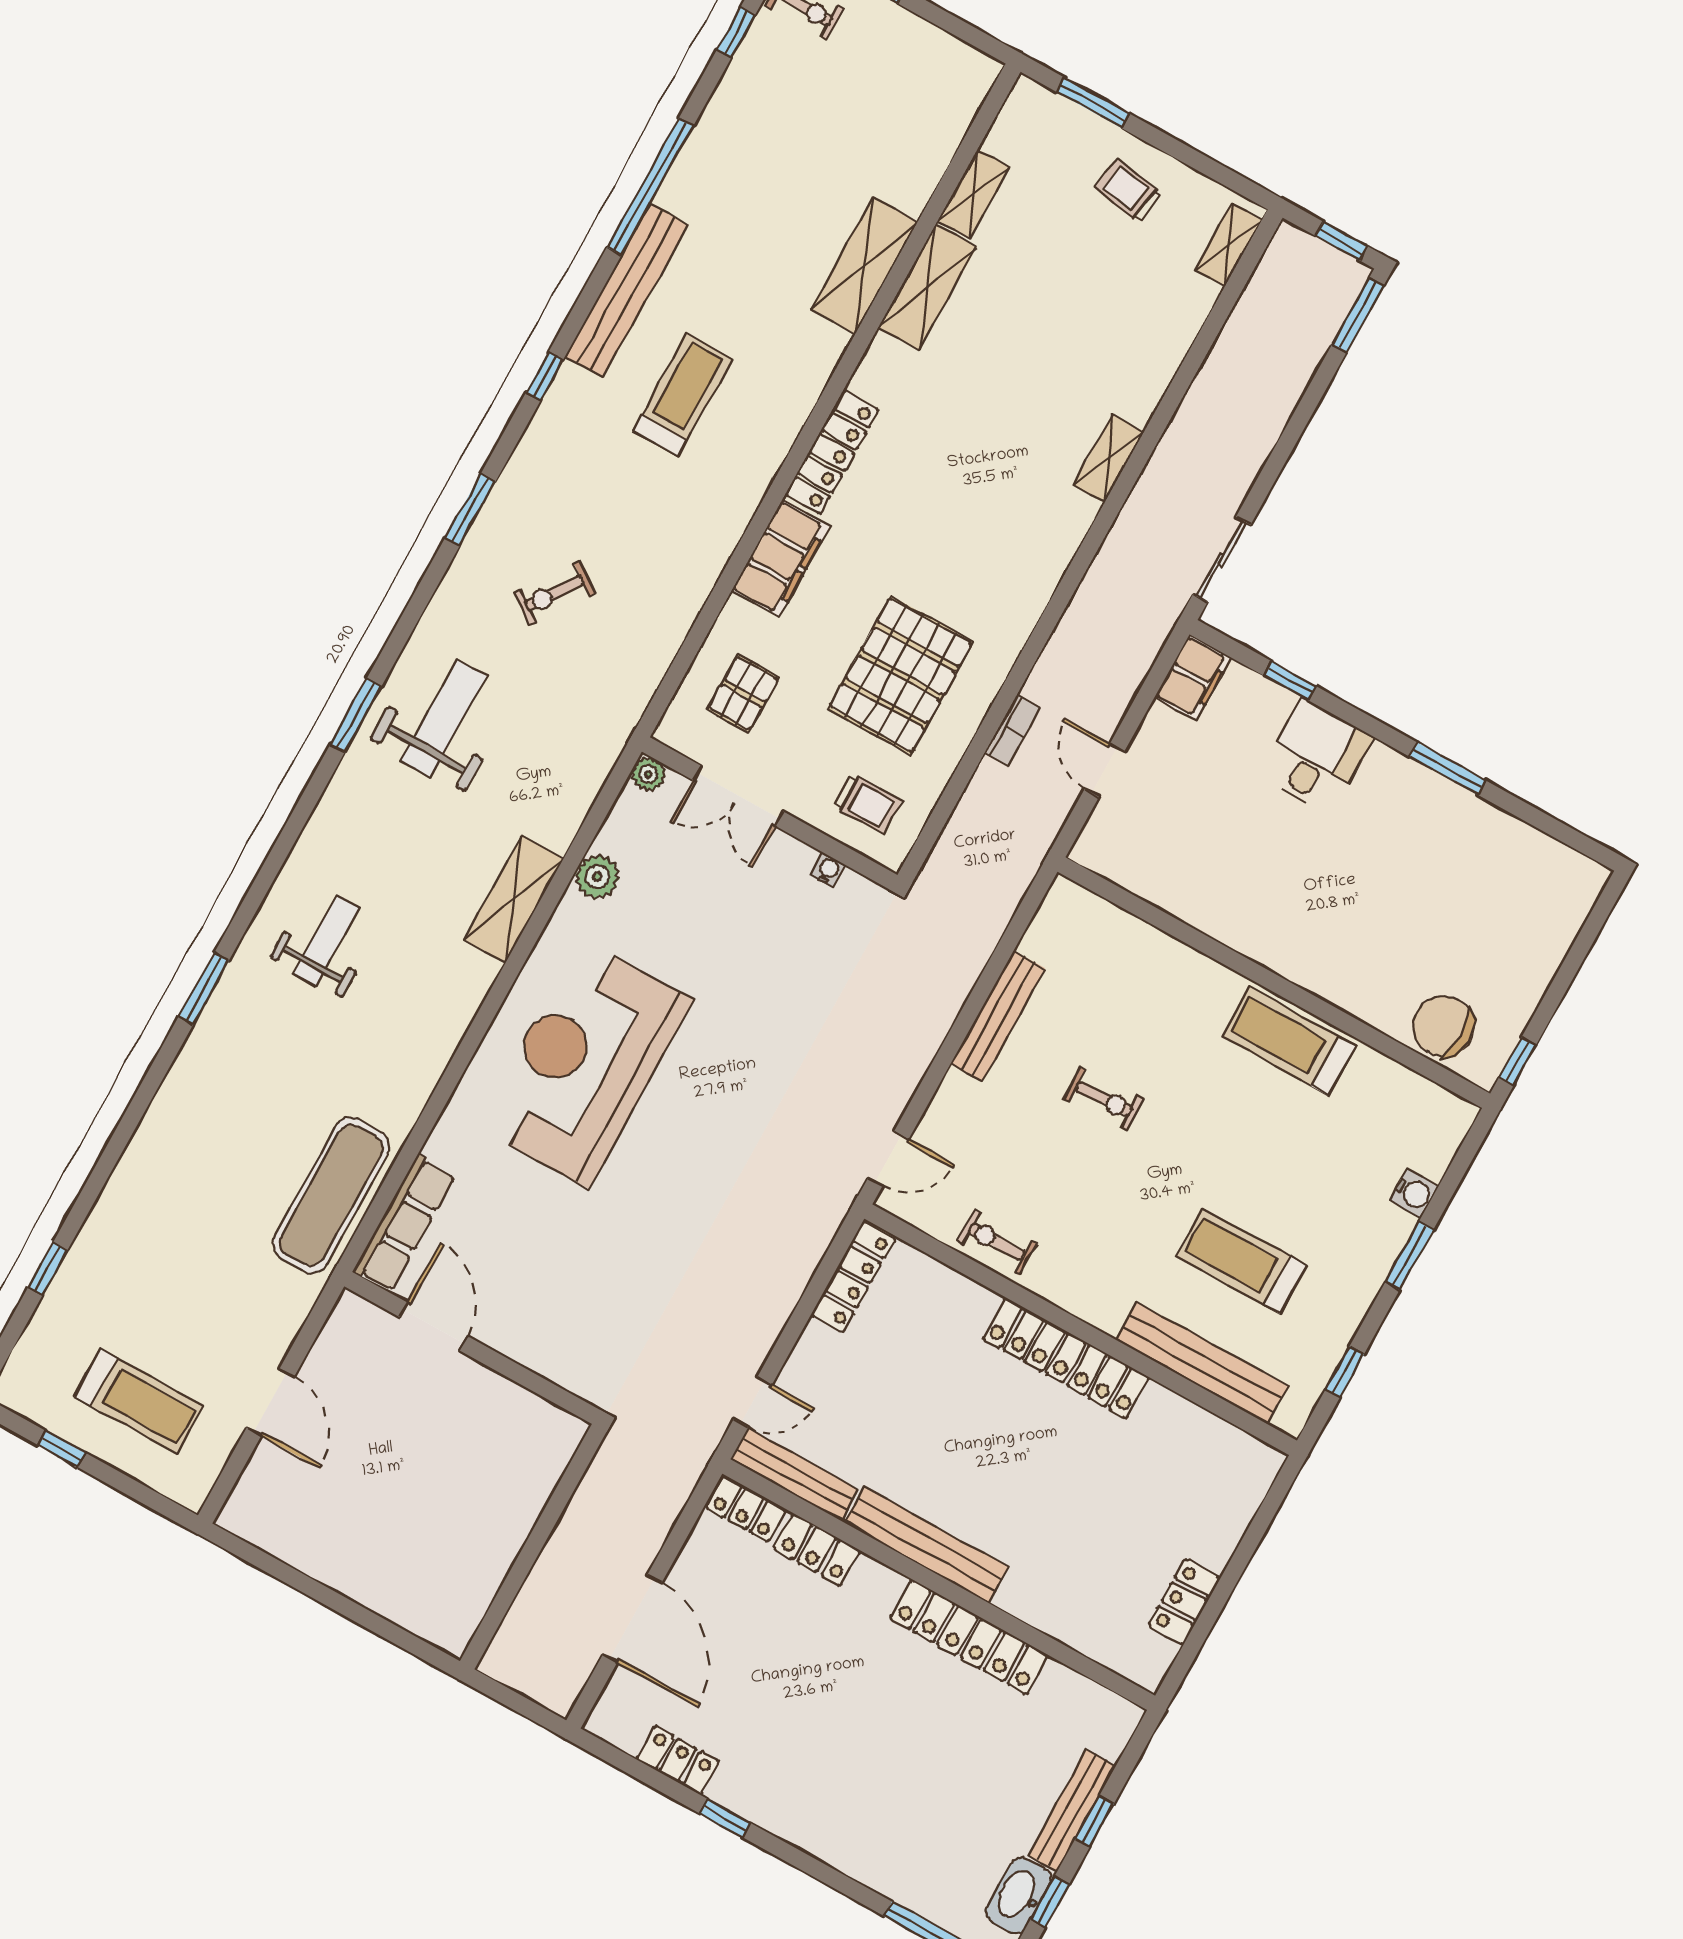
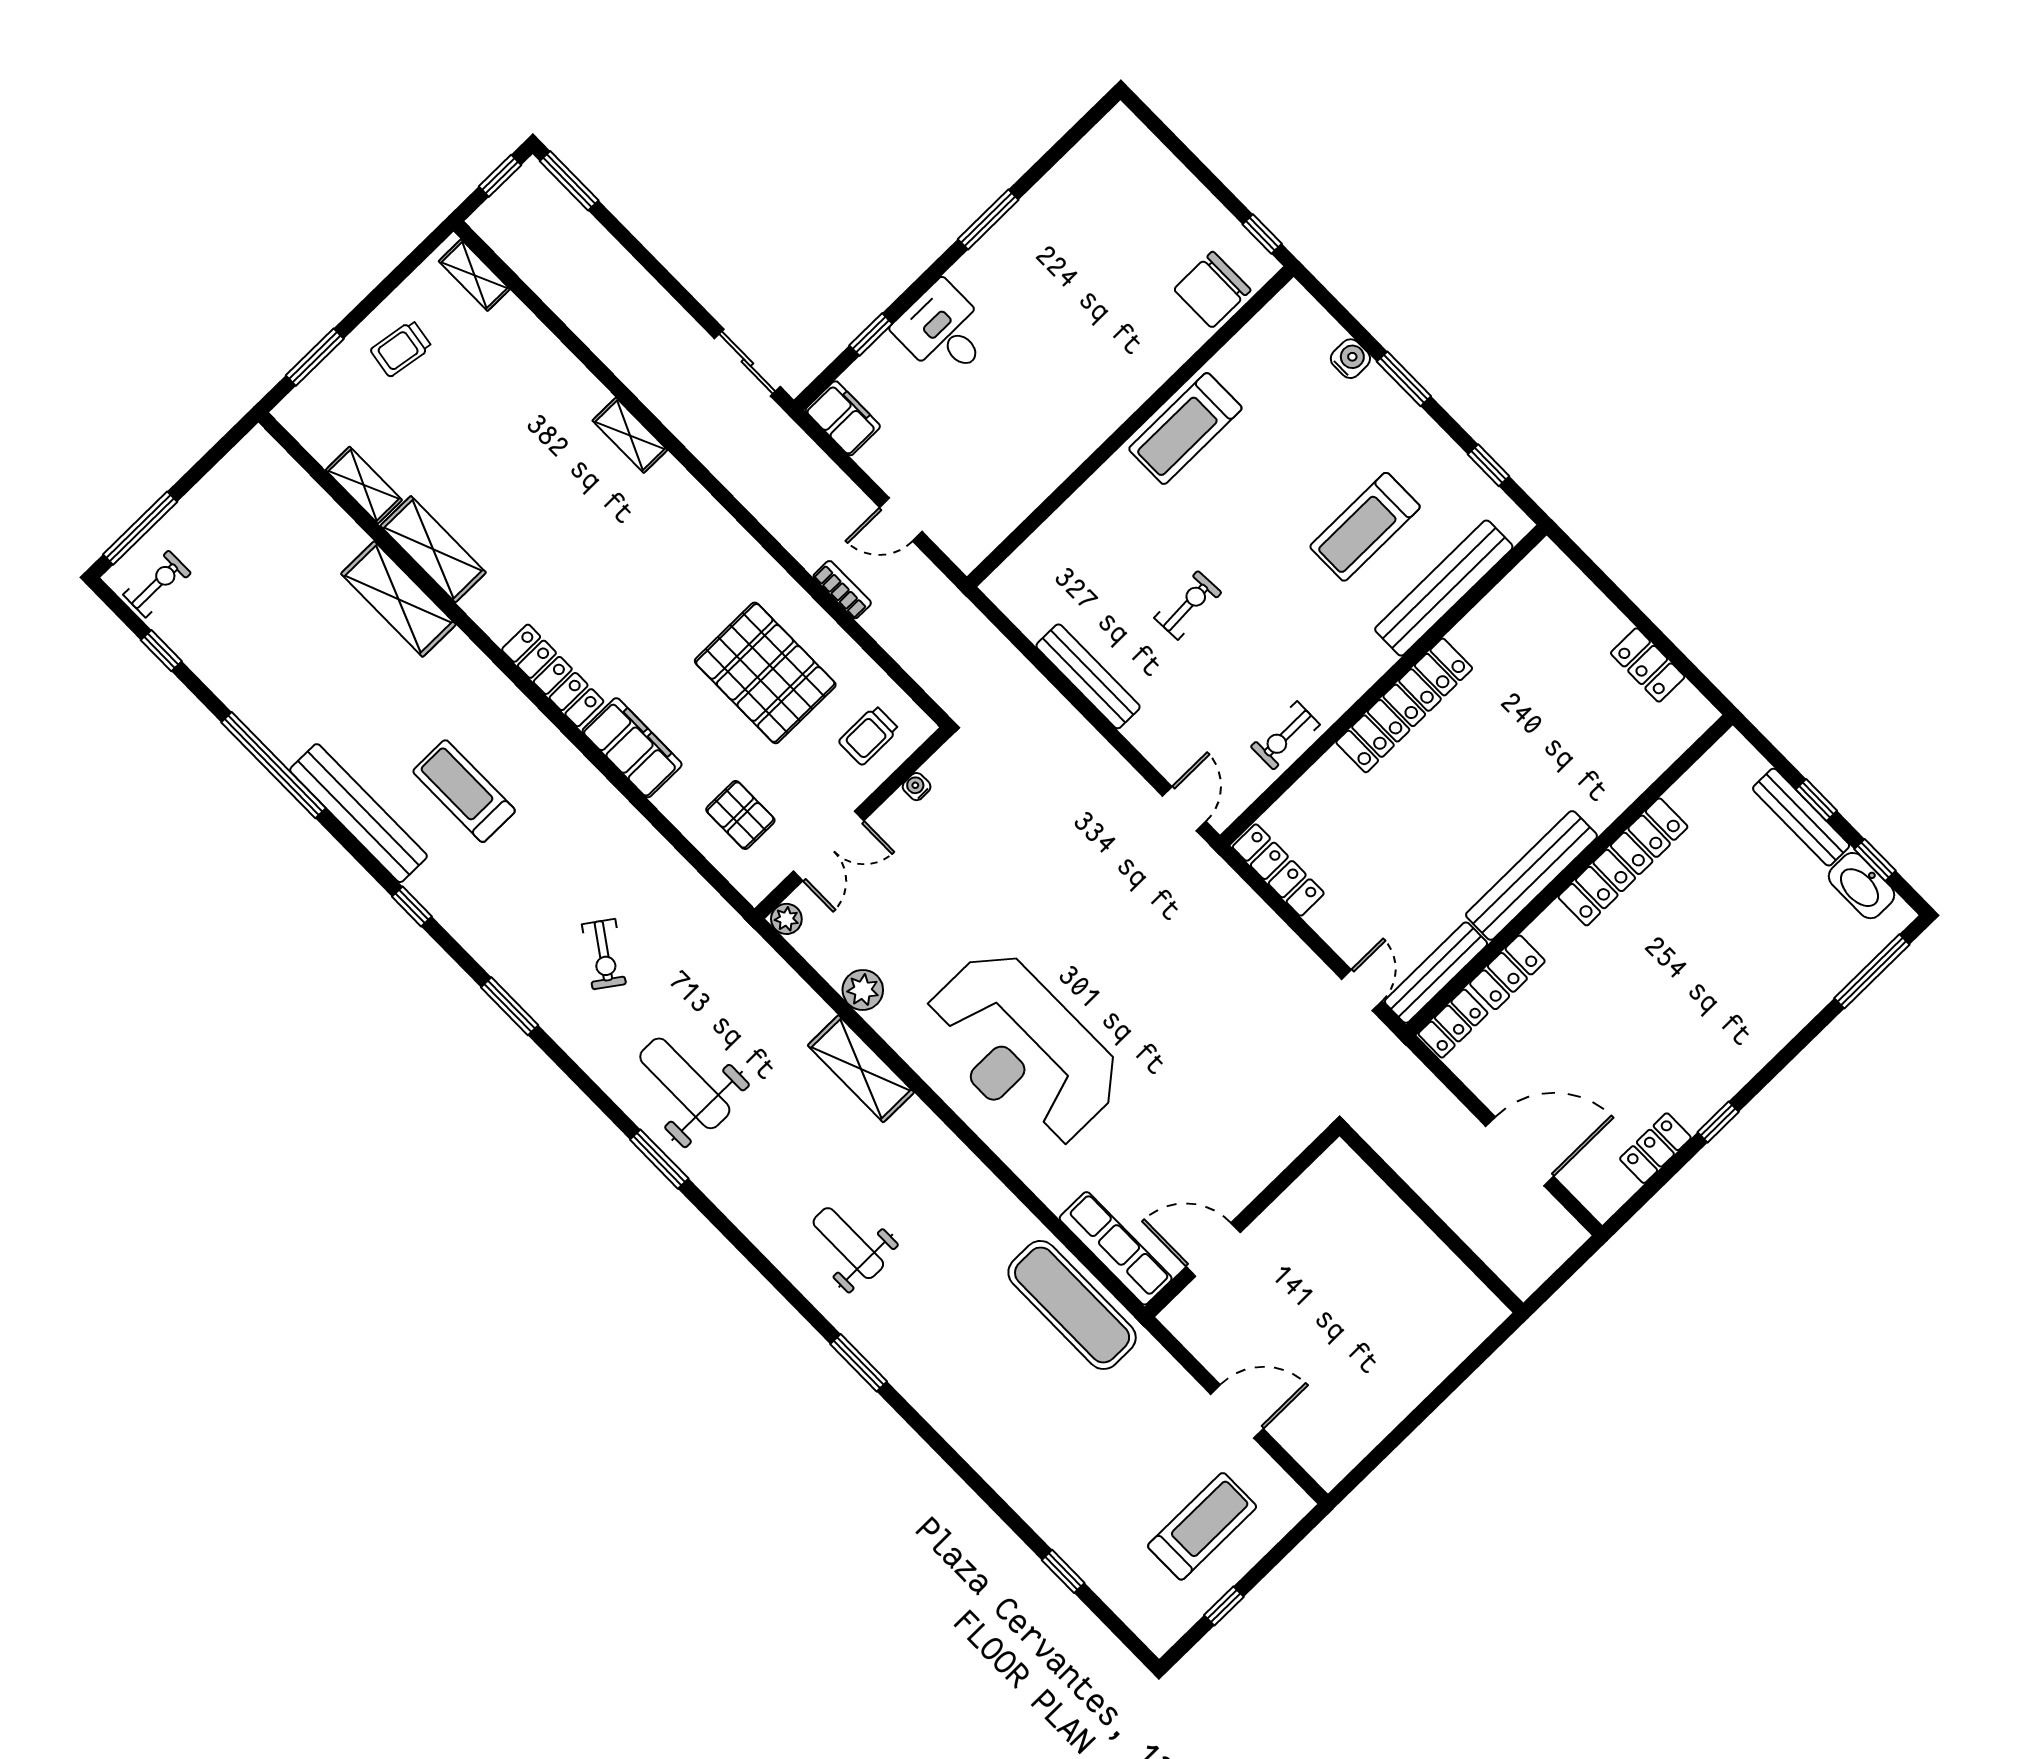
trolley: (867, 804) -> (869, 735), turned 180

